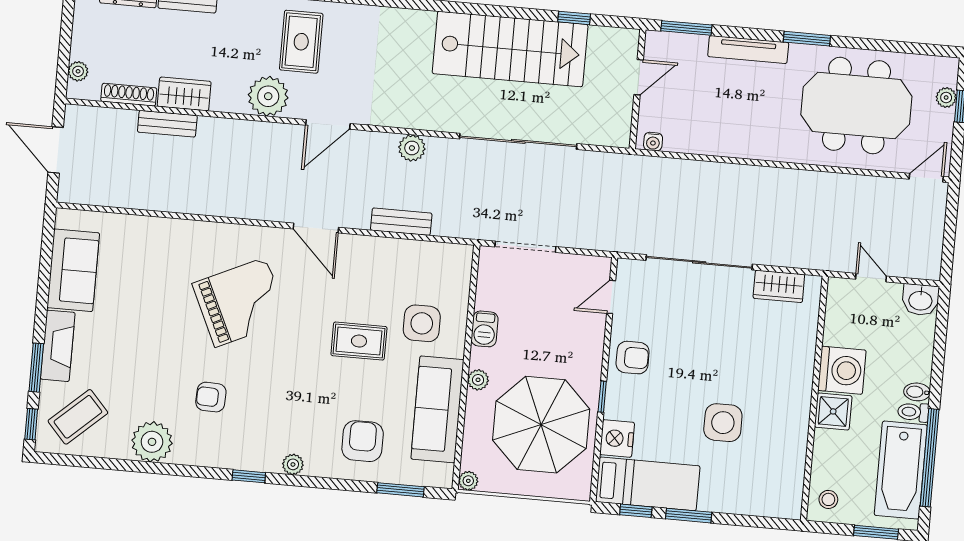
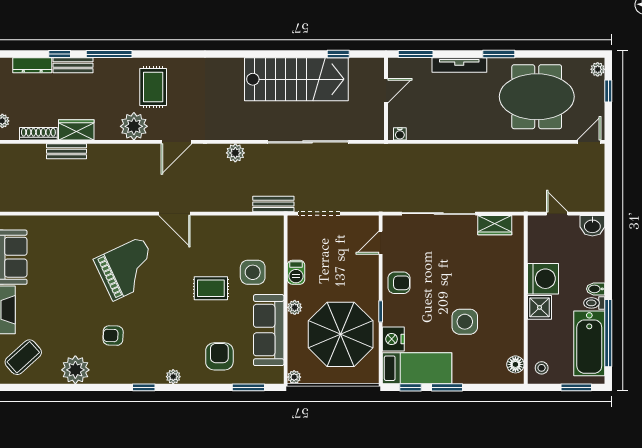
plant: (946, 98) -> (598, 69), moved
bench: (401, 222) -> (273, 204), moved
floor lamp: (791, 491) -> (515, 364), added

